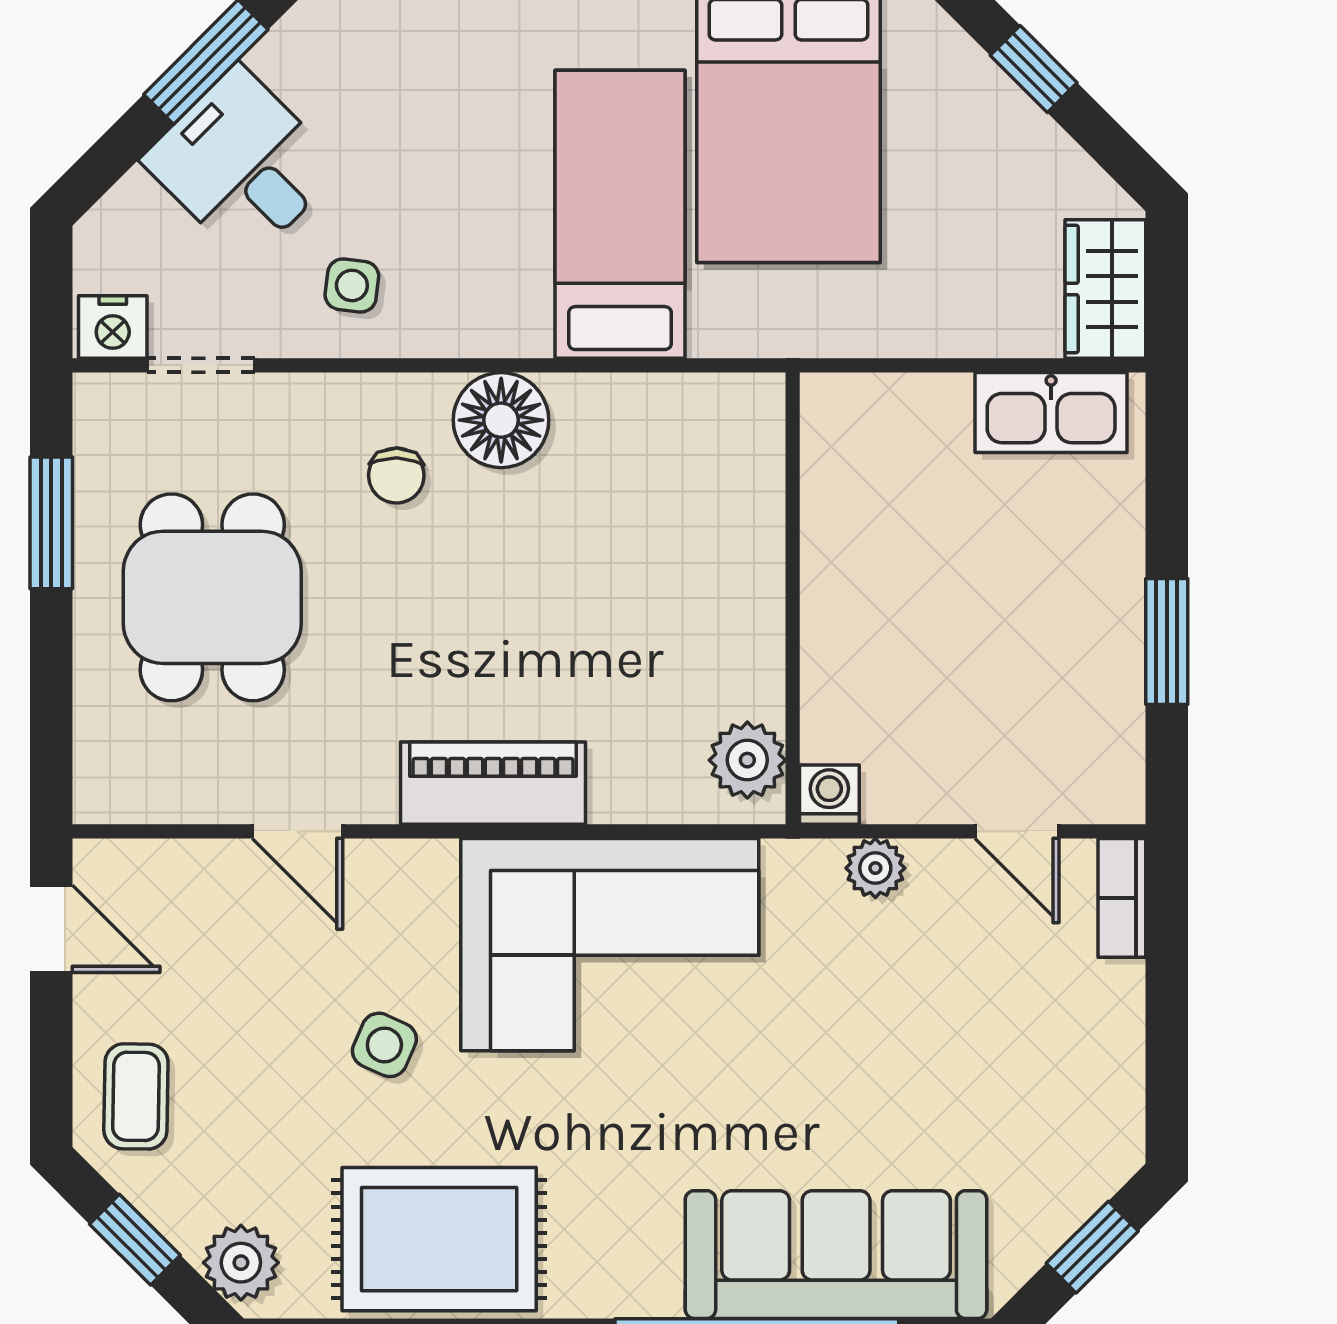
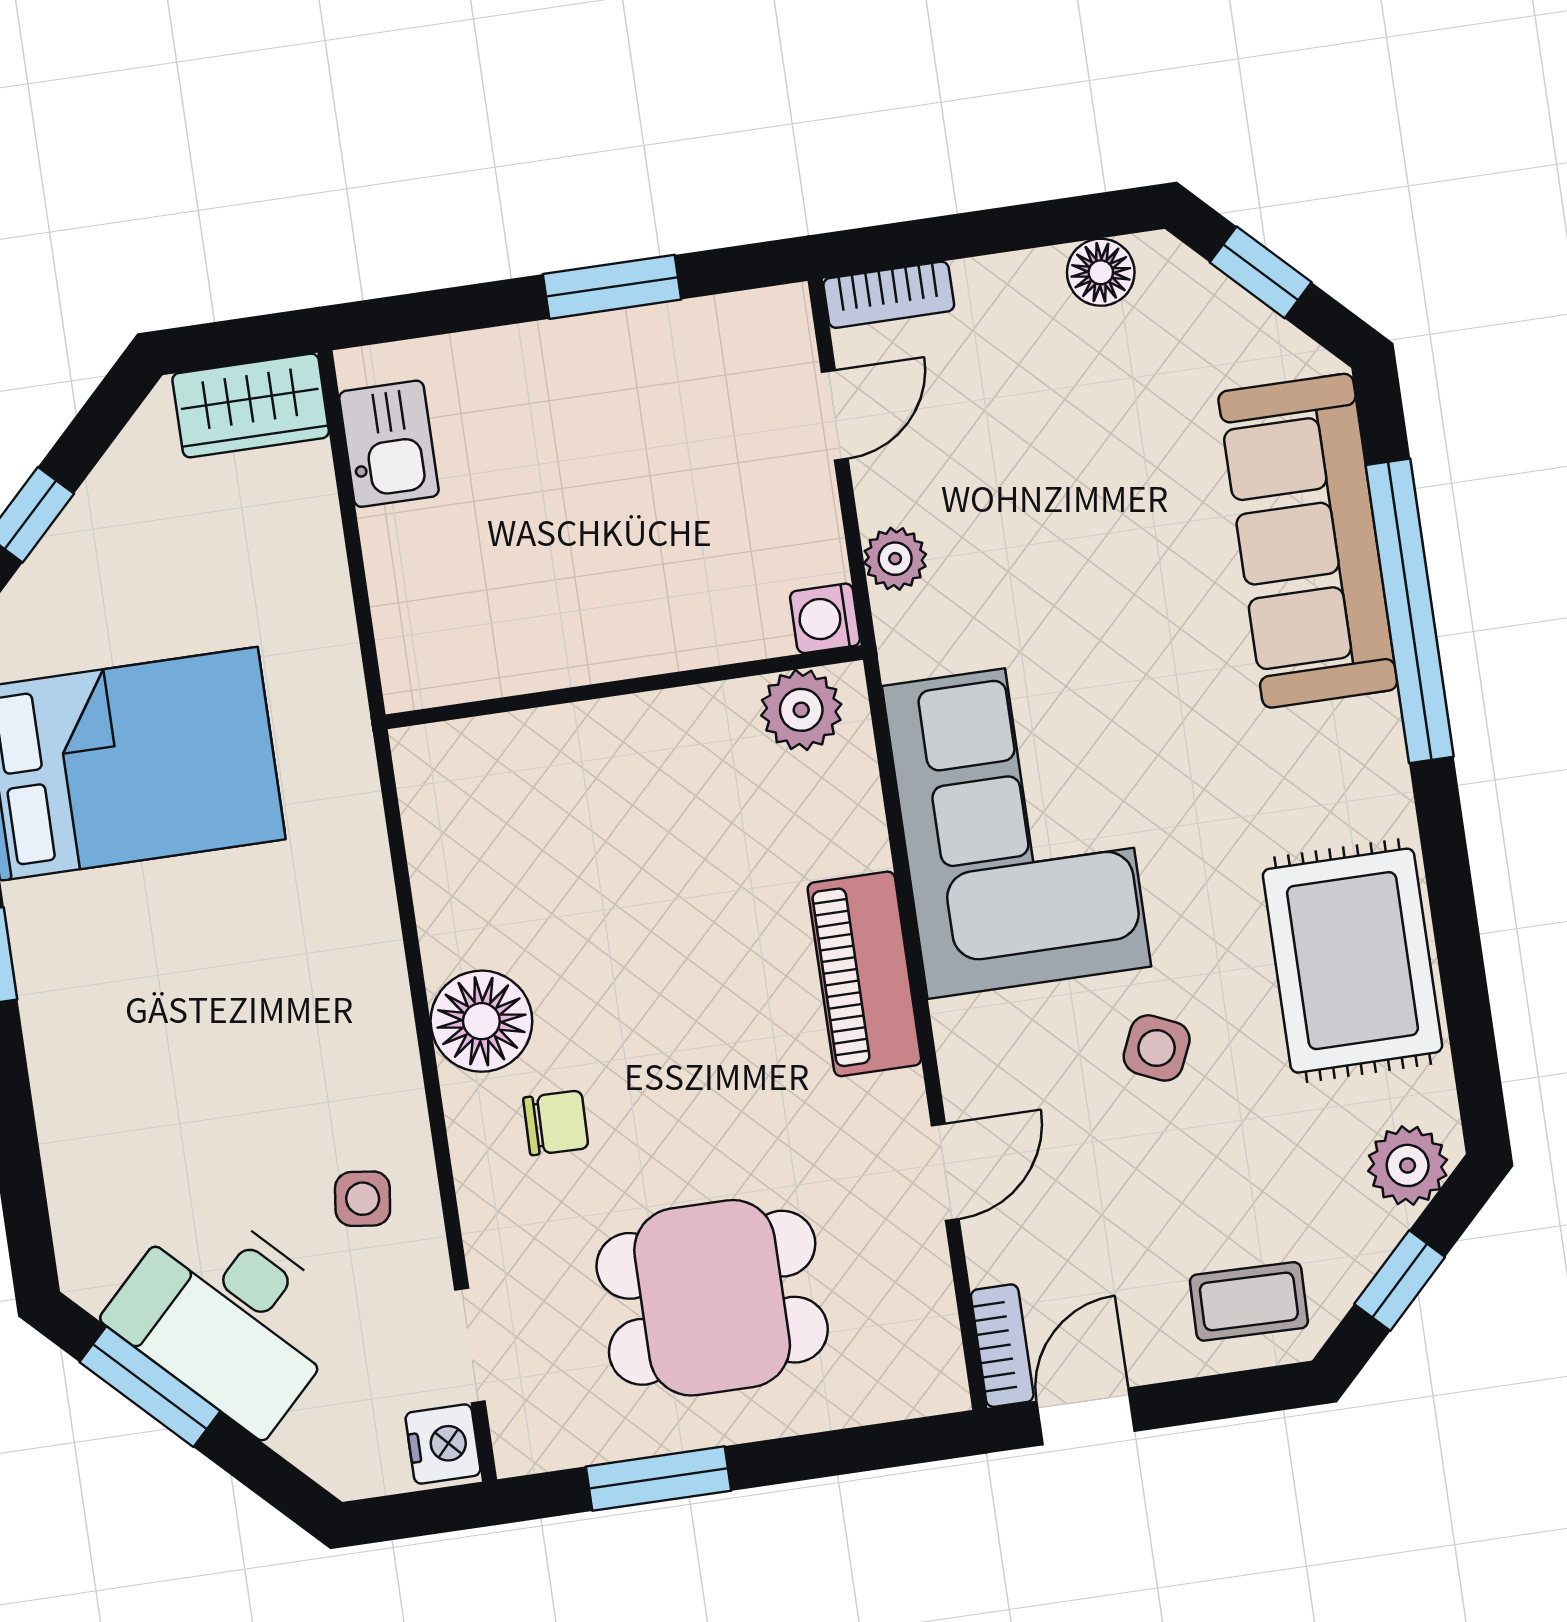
desk: (242, 164) -> (229, 1316), width x1.37
bed: (620, 214) -> (247, 928), removed
kitchen sink: (1051, 412) -> (389, 444), width x0.73
bookcase: (128, 861) -> (1002, 1346), added
floor lamp: (1114, 1098) -> (1101, 272), added

